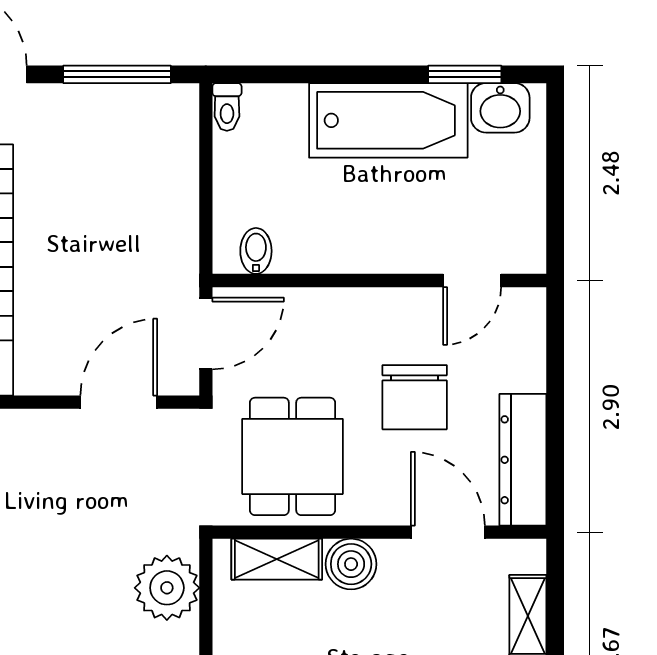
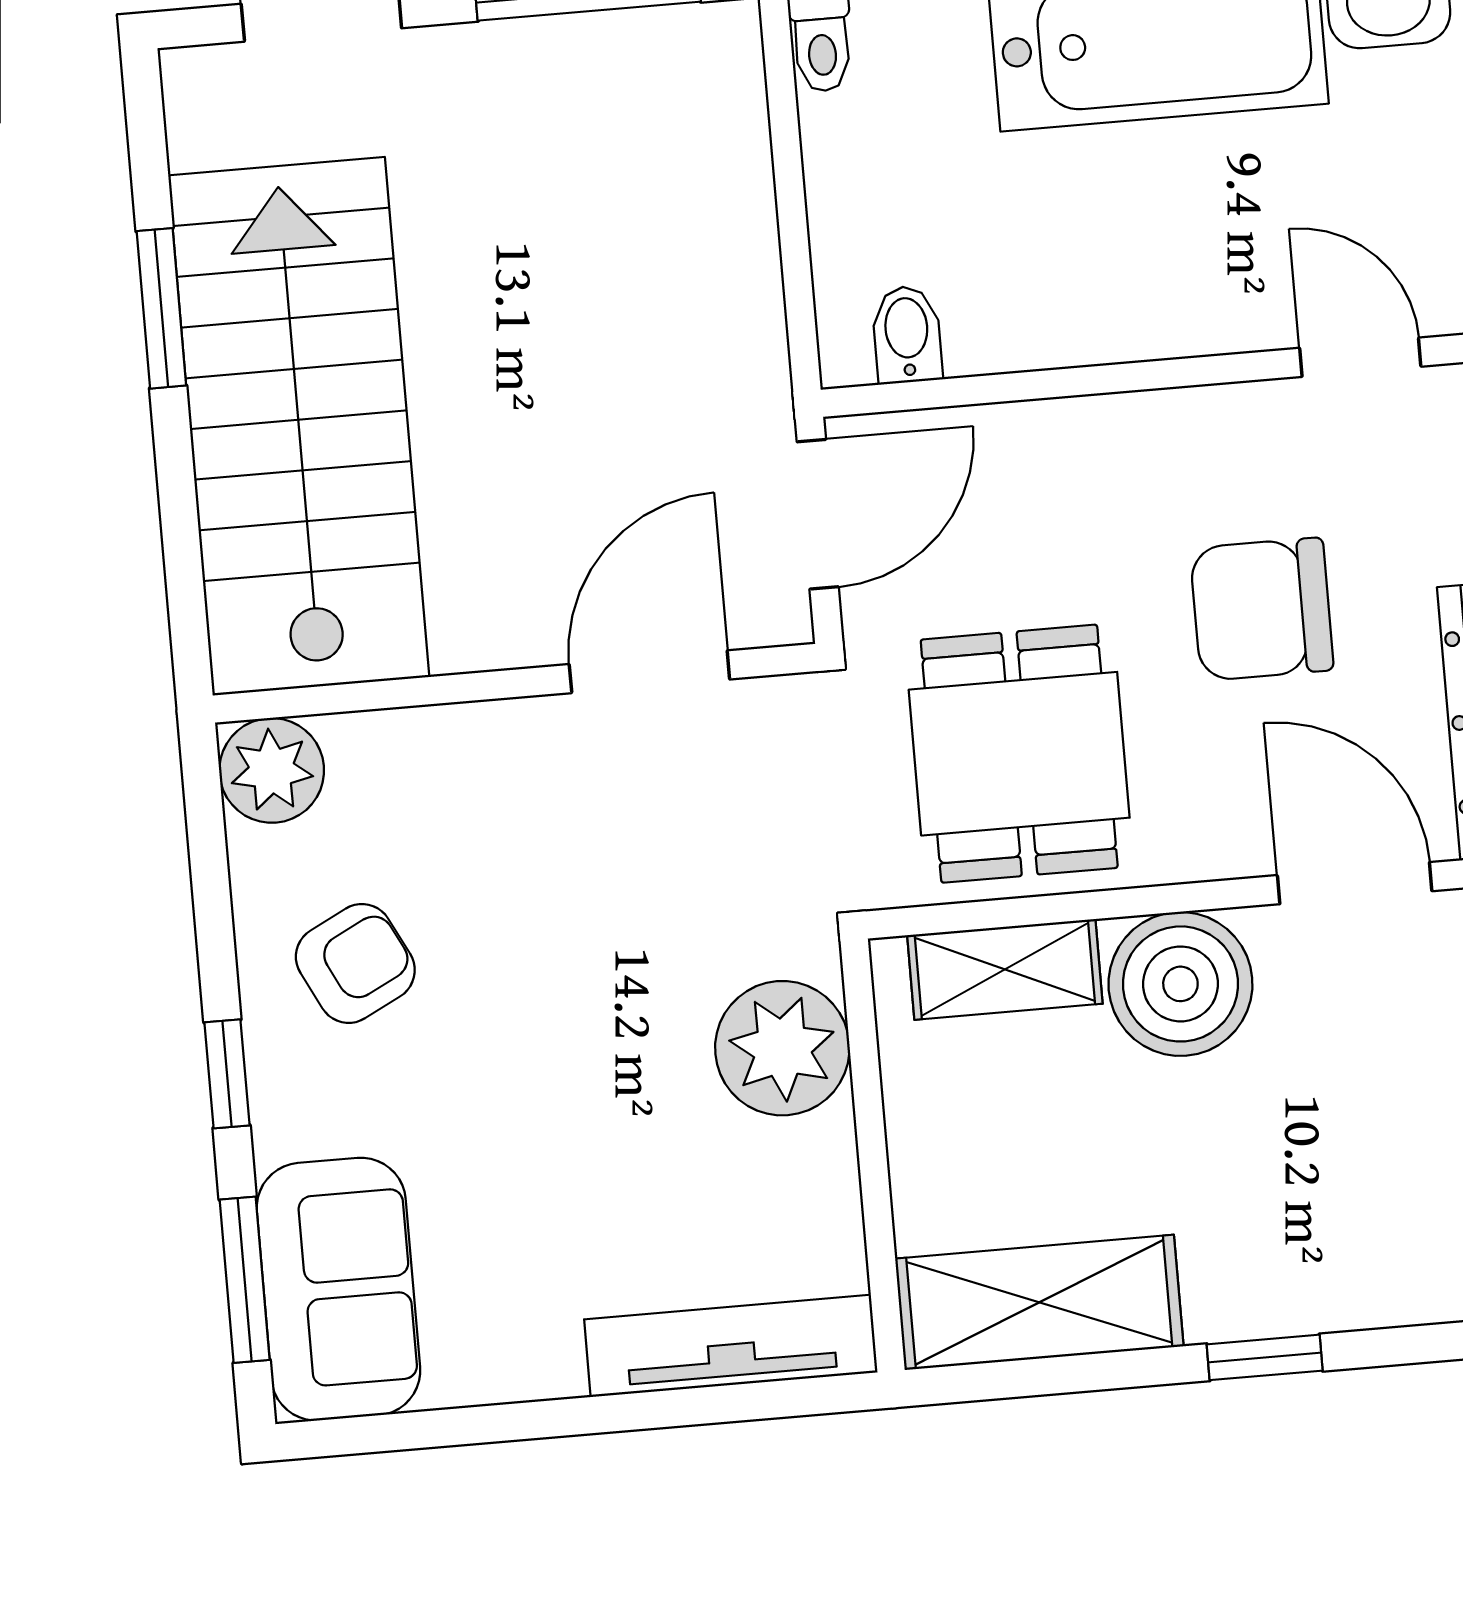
door: (472, 281) -> (1360, 357), swing flipped
chair: (415, 397) -> (1262, 609), turned 90
boiler: (351, 564) -> (1180, 984), width x1.37, depth x1.37

